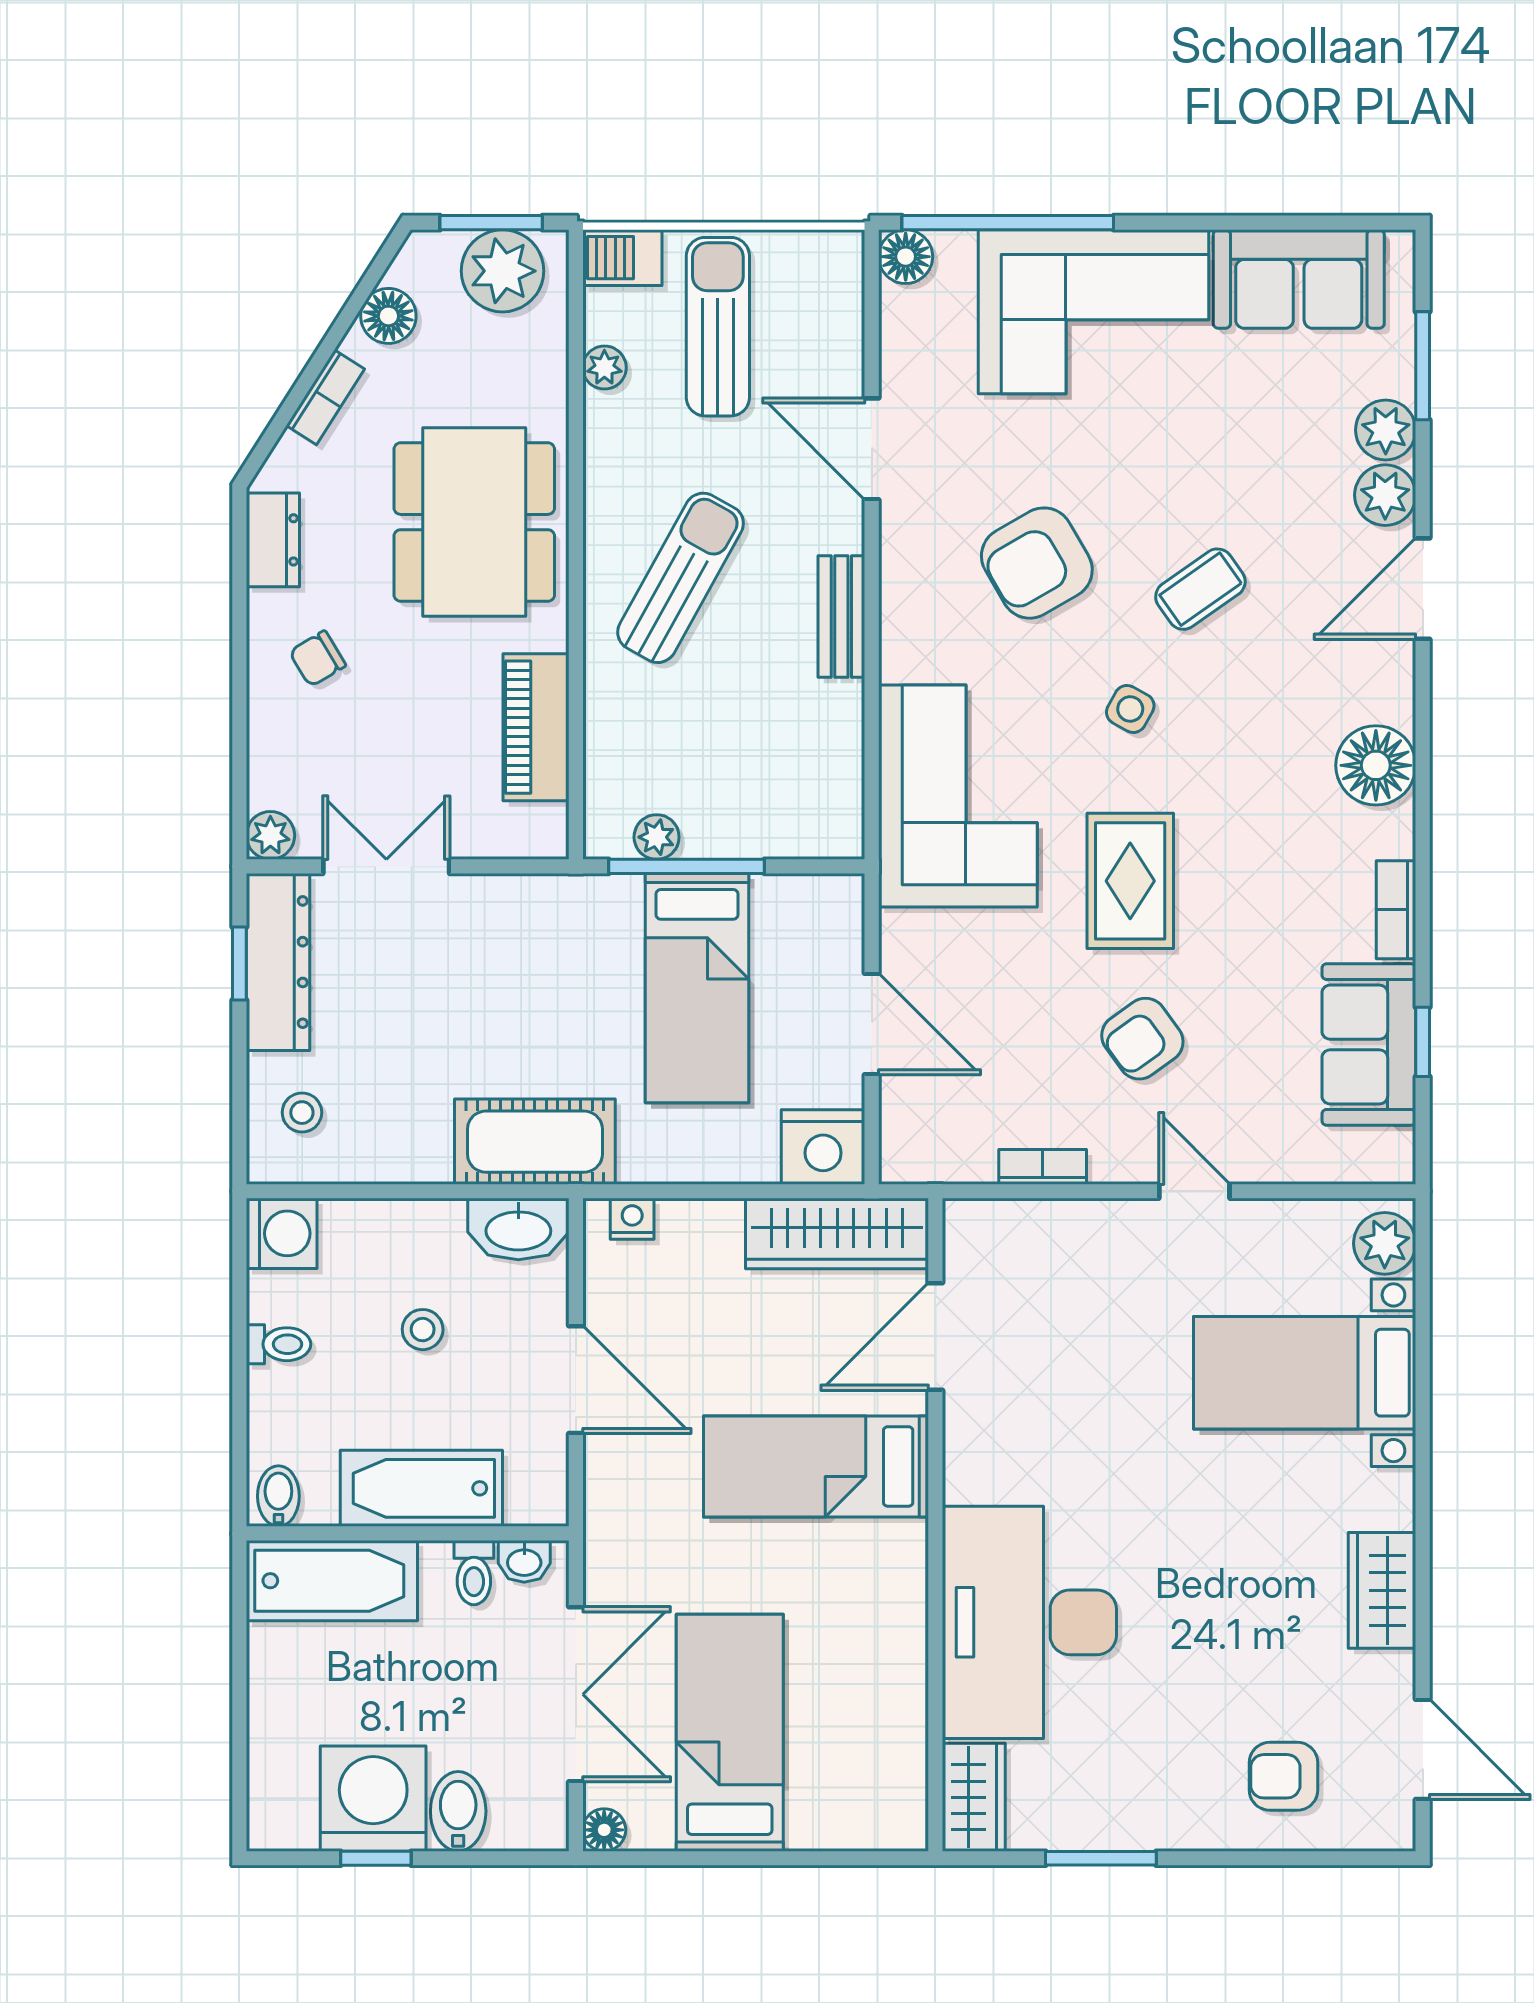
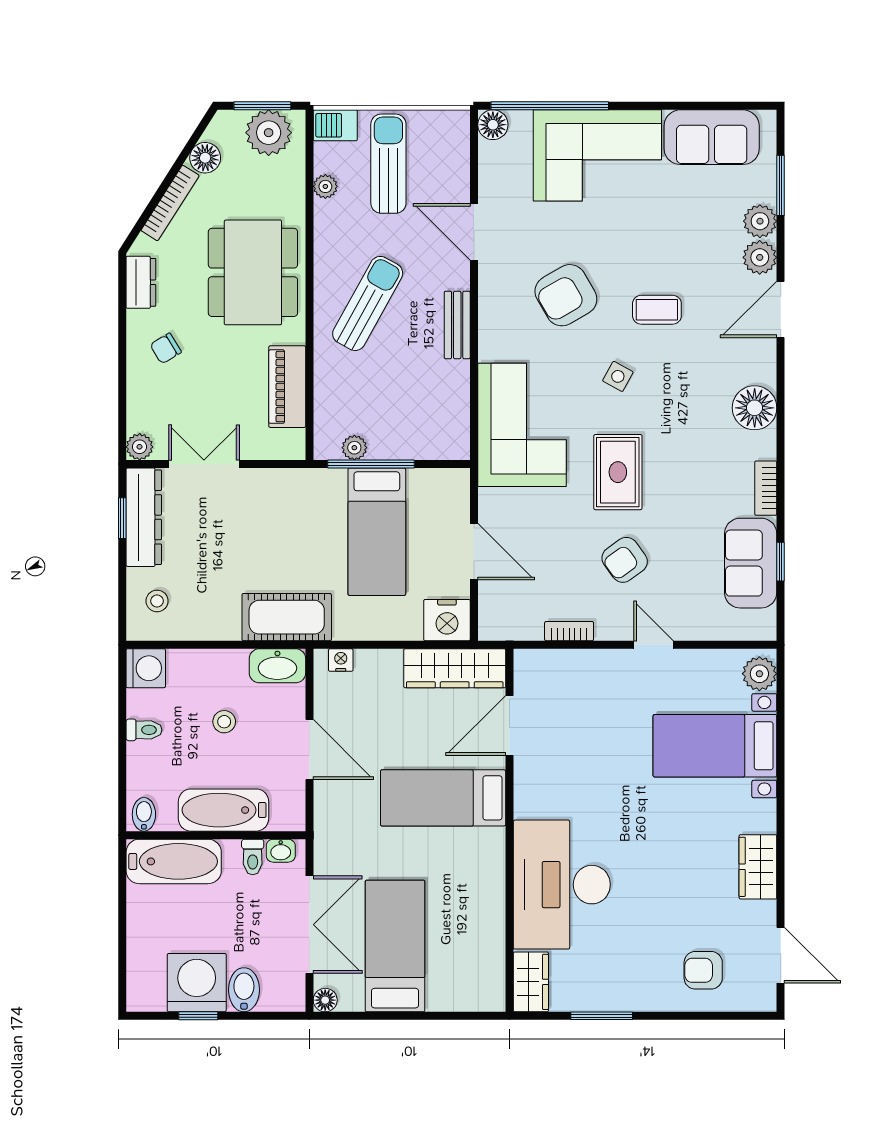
bookcase: (325, 397) -> (170, 203), width x1.56
coffee table: (1200, 589) -> (657, 310), turned 35

